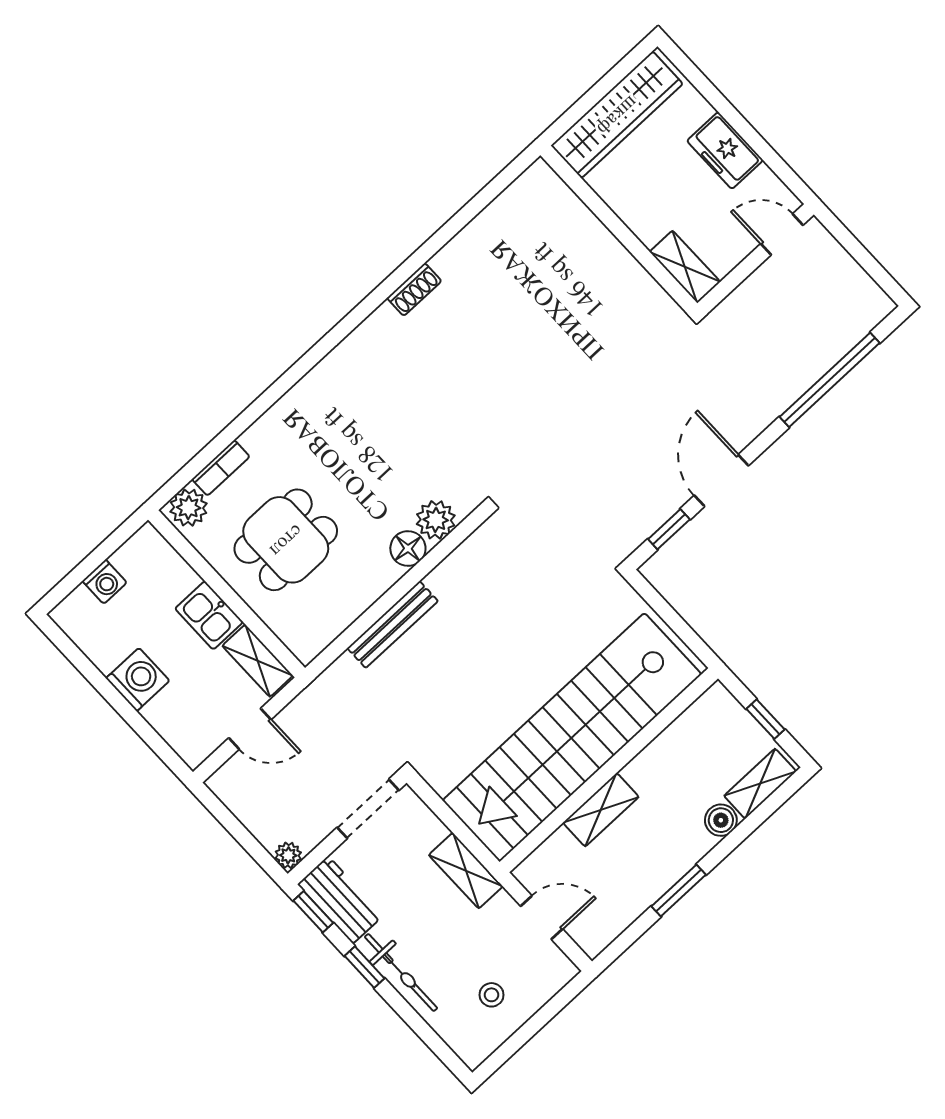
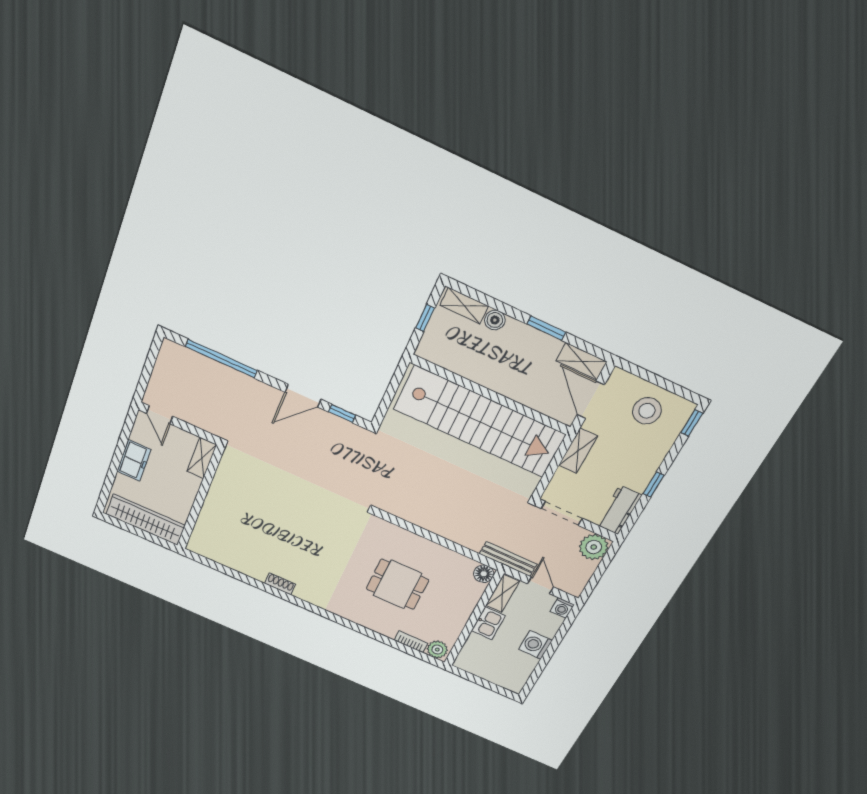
plant: (436, 520) -> (391, 534), removed
dining table: (286, 540) -> (397, 584), moved
floor lamp: (408, 549) -> (484, 574), moved
washing machine: (105, 582) -> (562, 608), moved, turned 180
bench: (393, 625) -> (508, 559), moved
shelving: (601, 810) -> (582, 361), moved
plant: (288, 855) -> (594, 547), width x1.88, depth x1.88
window: (313, 912) -> (692, 423), moved
door: (542, 918) -> (591, 400), width x1.38
bicycle: (401, 972) -> (650, 464), removed
stool: (492, 995) -> (647, 411), width x1.89, depth x1.89

